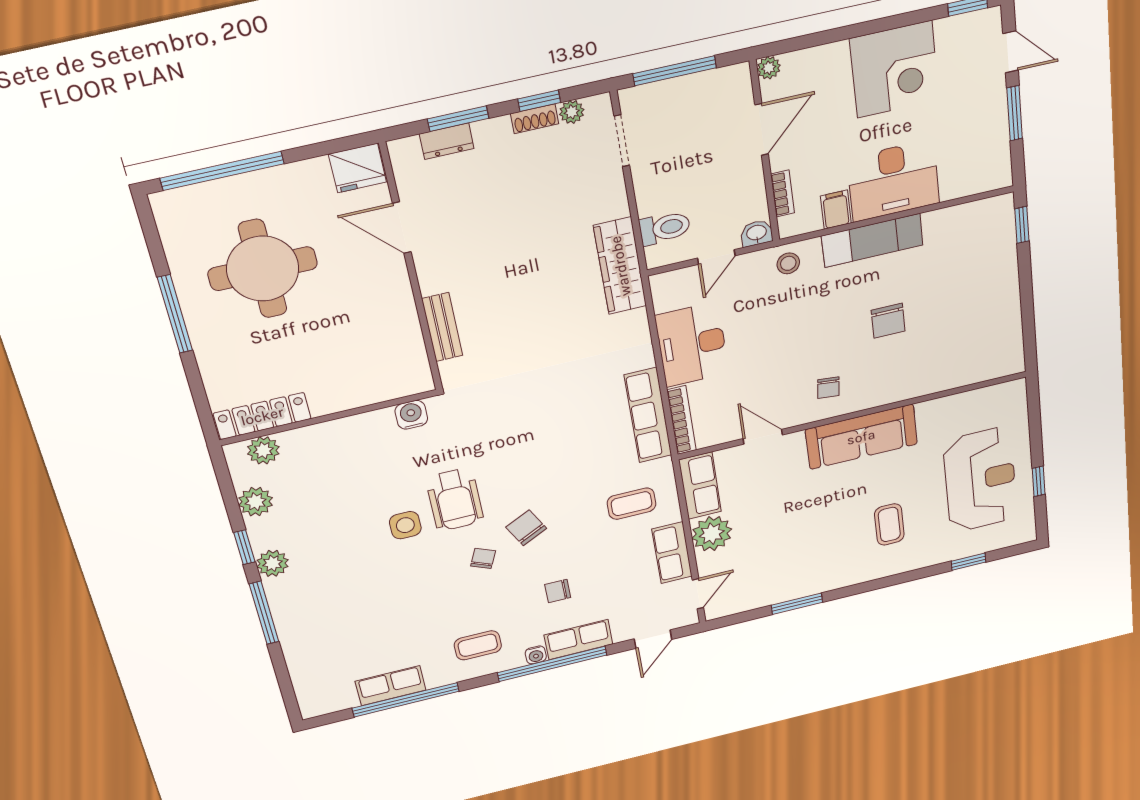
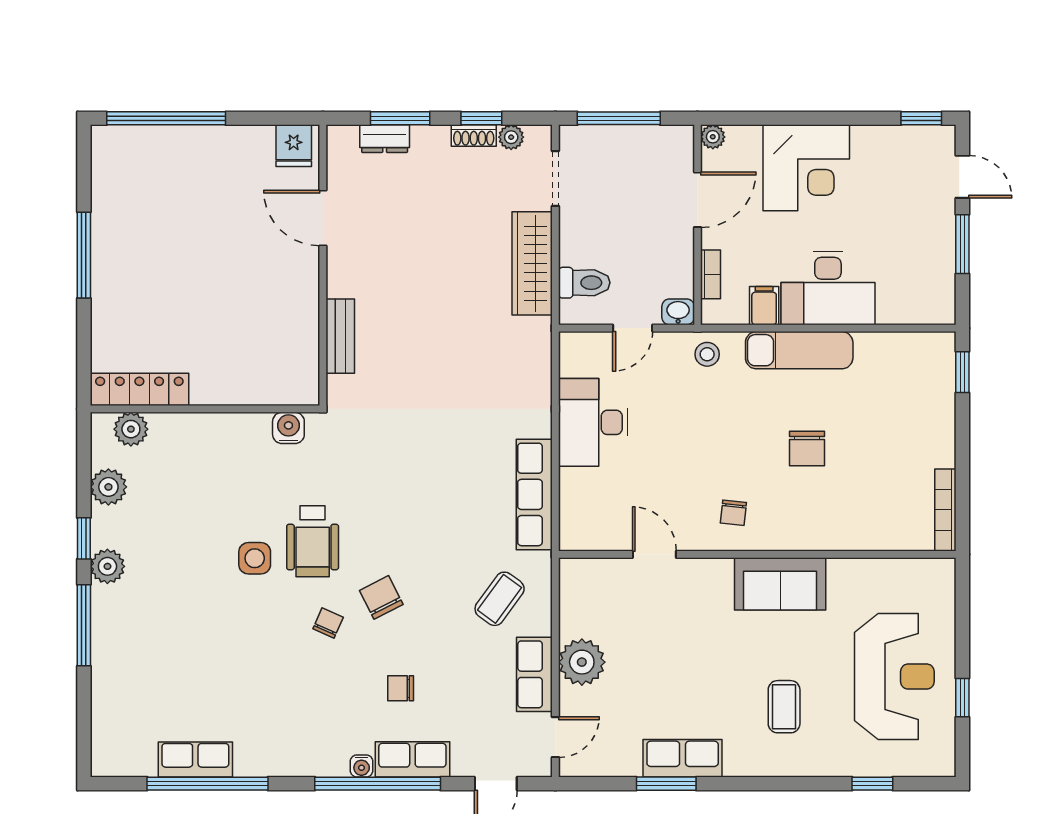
corner desk: (894, 69) -> (806, 168), moved
fridge: (357, 168) -> (294, 146), width x0.72
wardrobe: (620, 266) -> (532, 263), moved
round table: (263, 269) -> (179, 228), removed
bookcase: (682, 420) -> (945, 510), moved, turned 180
sofa: (861, 437) -> (780, 584), width x0.73
row of seats: (700, 486) -> (683, 758), moved, turned -90
coffee table: (632, 504) -> (500, 599), turned -54
coffee table: (478, 645) -> (301, 734), removed

